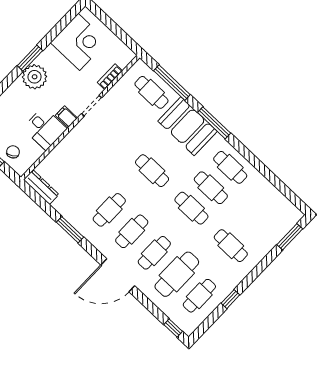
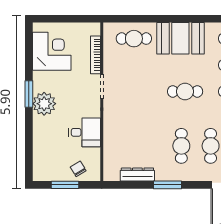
bookcase: (110, 77) -> (95, 55), width x1.56
window: (172, 83) -> (142, 19), removed
filing cabinet: (66, 117) -> (92, 110), removed
window: (214, 123) -> (196, 19), removed
dresser: (41, 187) -> (137, 175), moved

